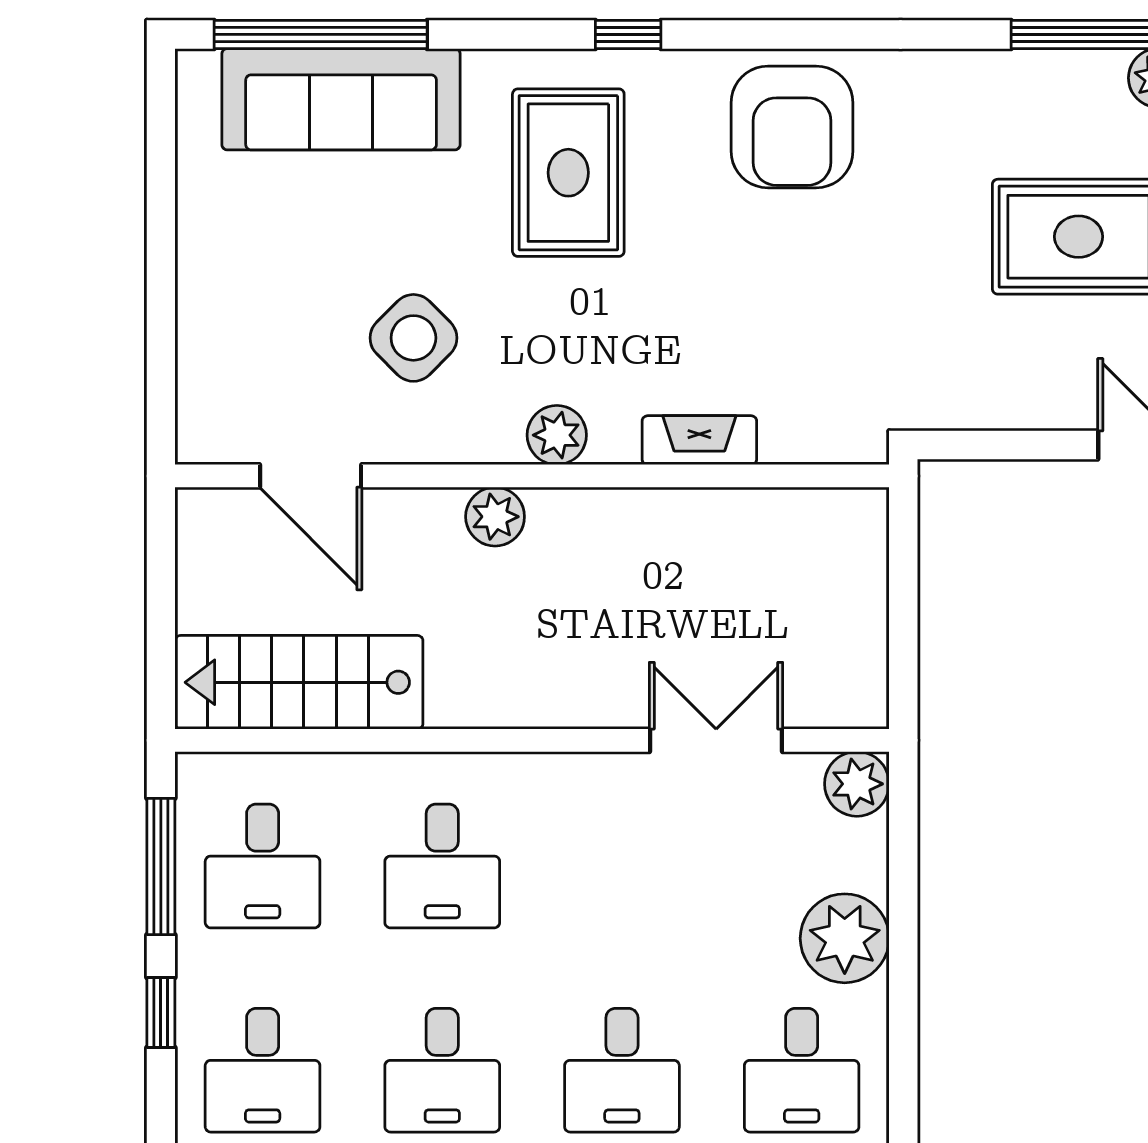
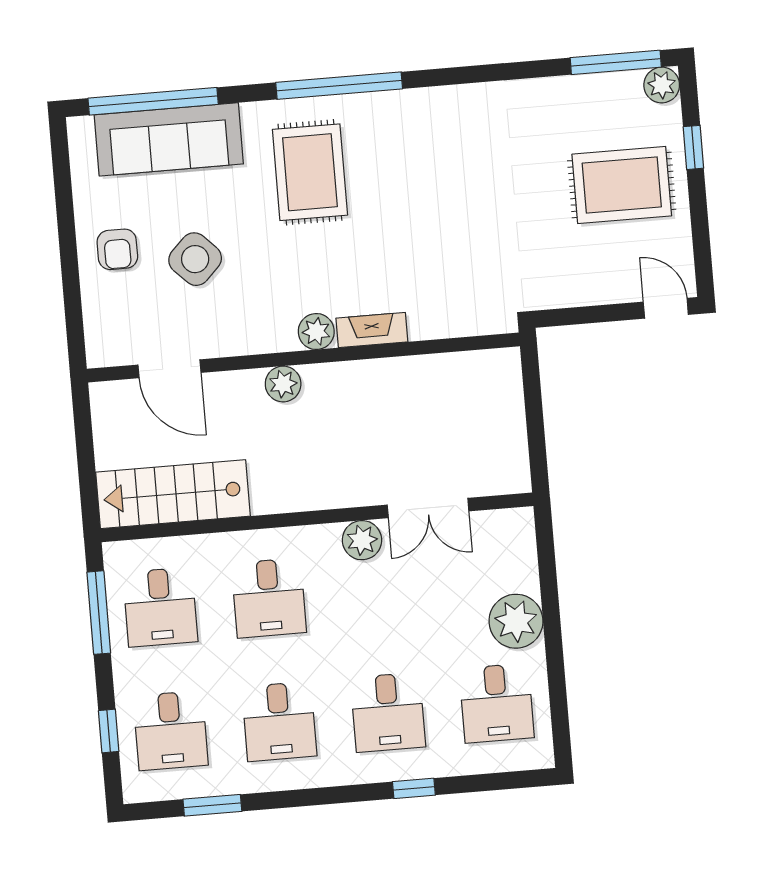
window: (628, 34) -> (339, 86), width x3.17
armchair: (792, 127) -> (117, 249), moved, width x0.53, depth x0.53
side table: (413, 338) -> (195, 259), moved
fireplace: (699, 440) -> (372, 330), moved
double door: (716, 740) -> (428, 508), swing flipped
plant: (857, 784) -> (362, 540), moved
window: (161, 1012) -> (109, 731), moved

